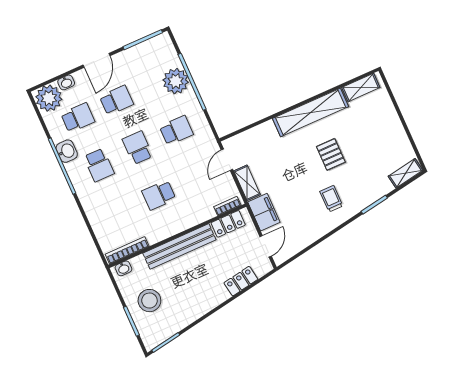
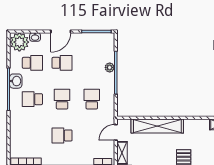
plant: (176, 81) -> (110, 67), width x0.53, depth x0.53
shelving: (311, 112) -> (157, 126), moved
school desk: (176, 130) -> (92, 99), turned -90
school desk: (99, 165) -> (32, 99), turned 90

